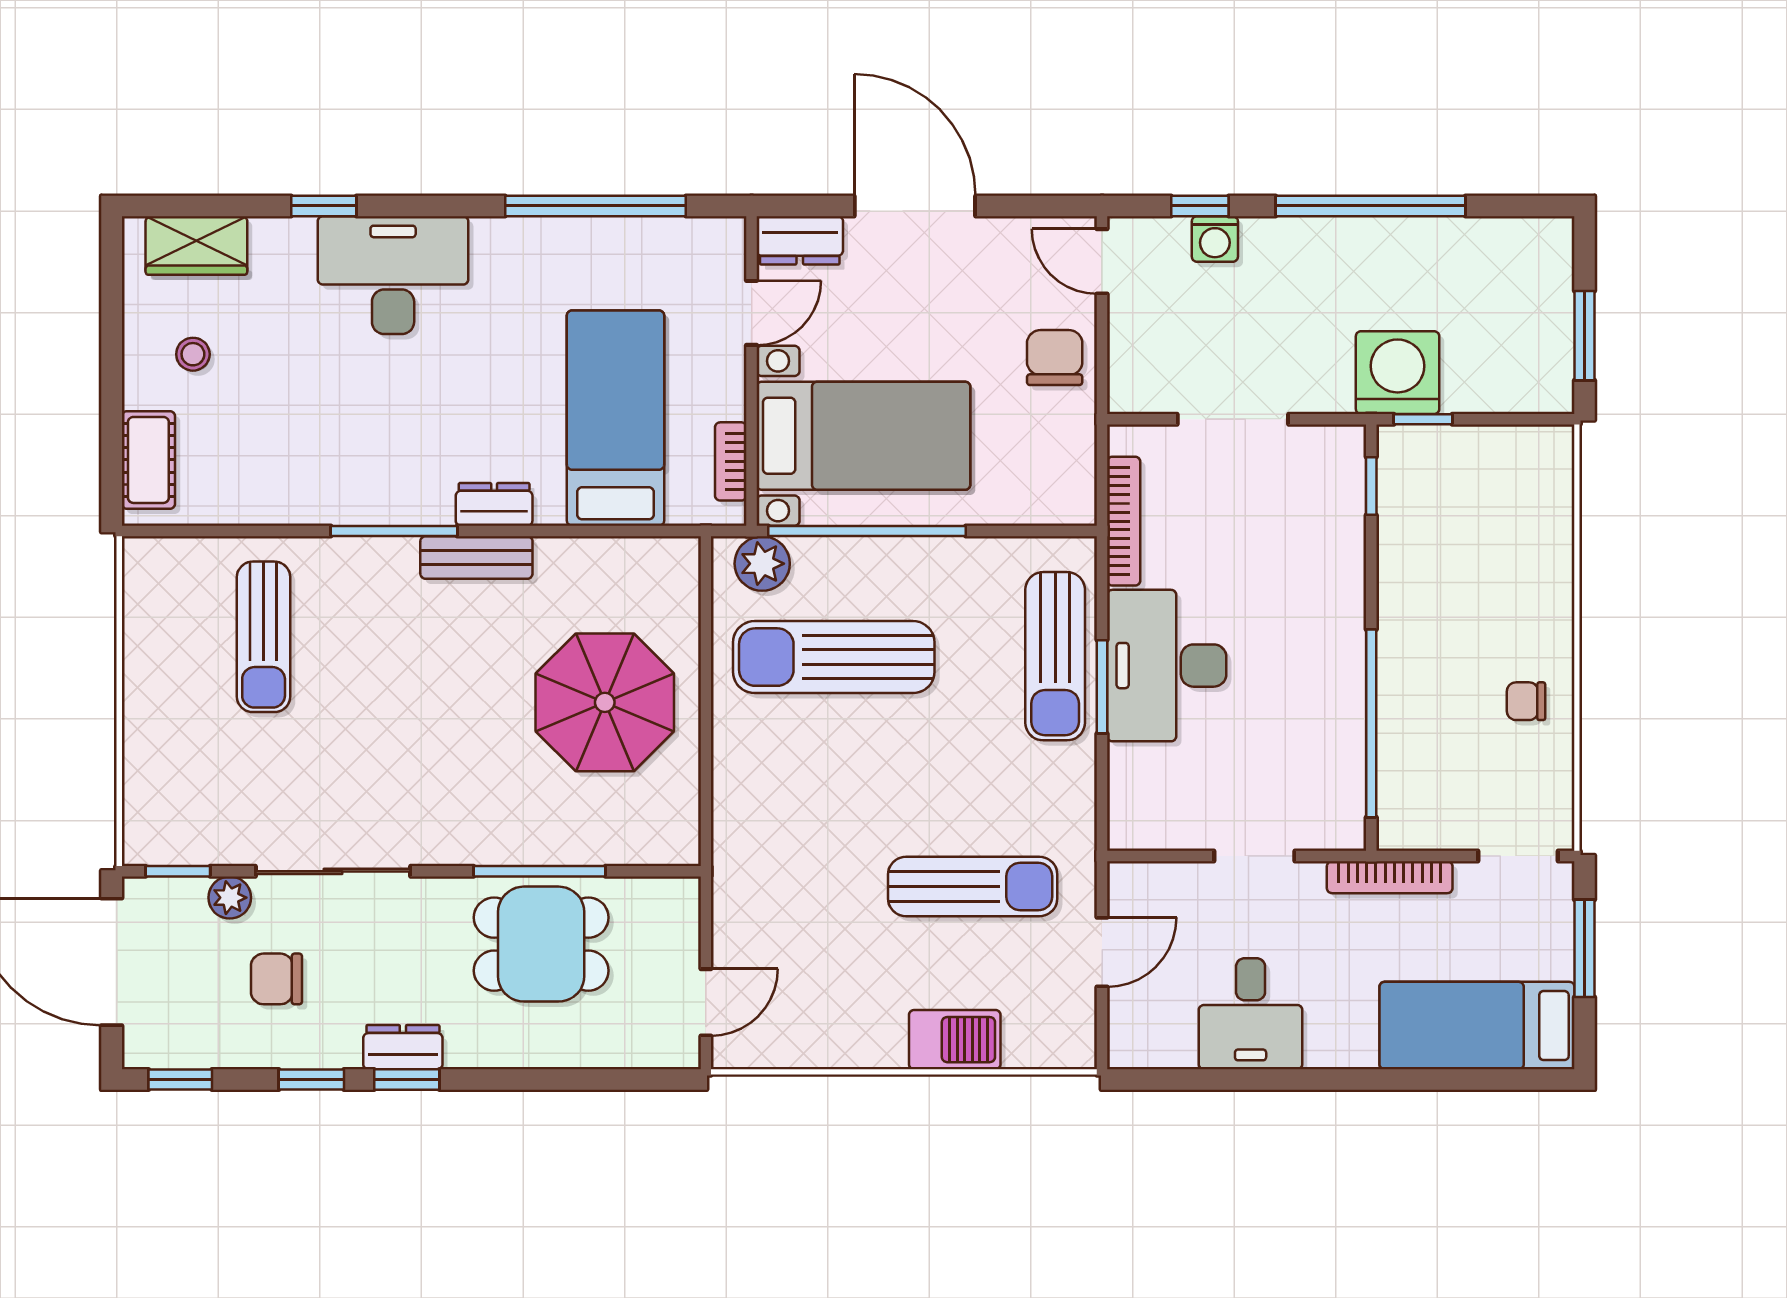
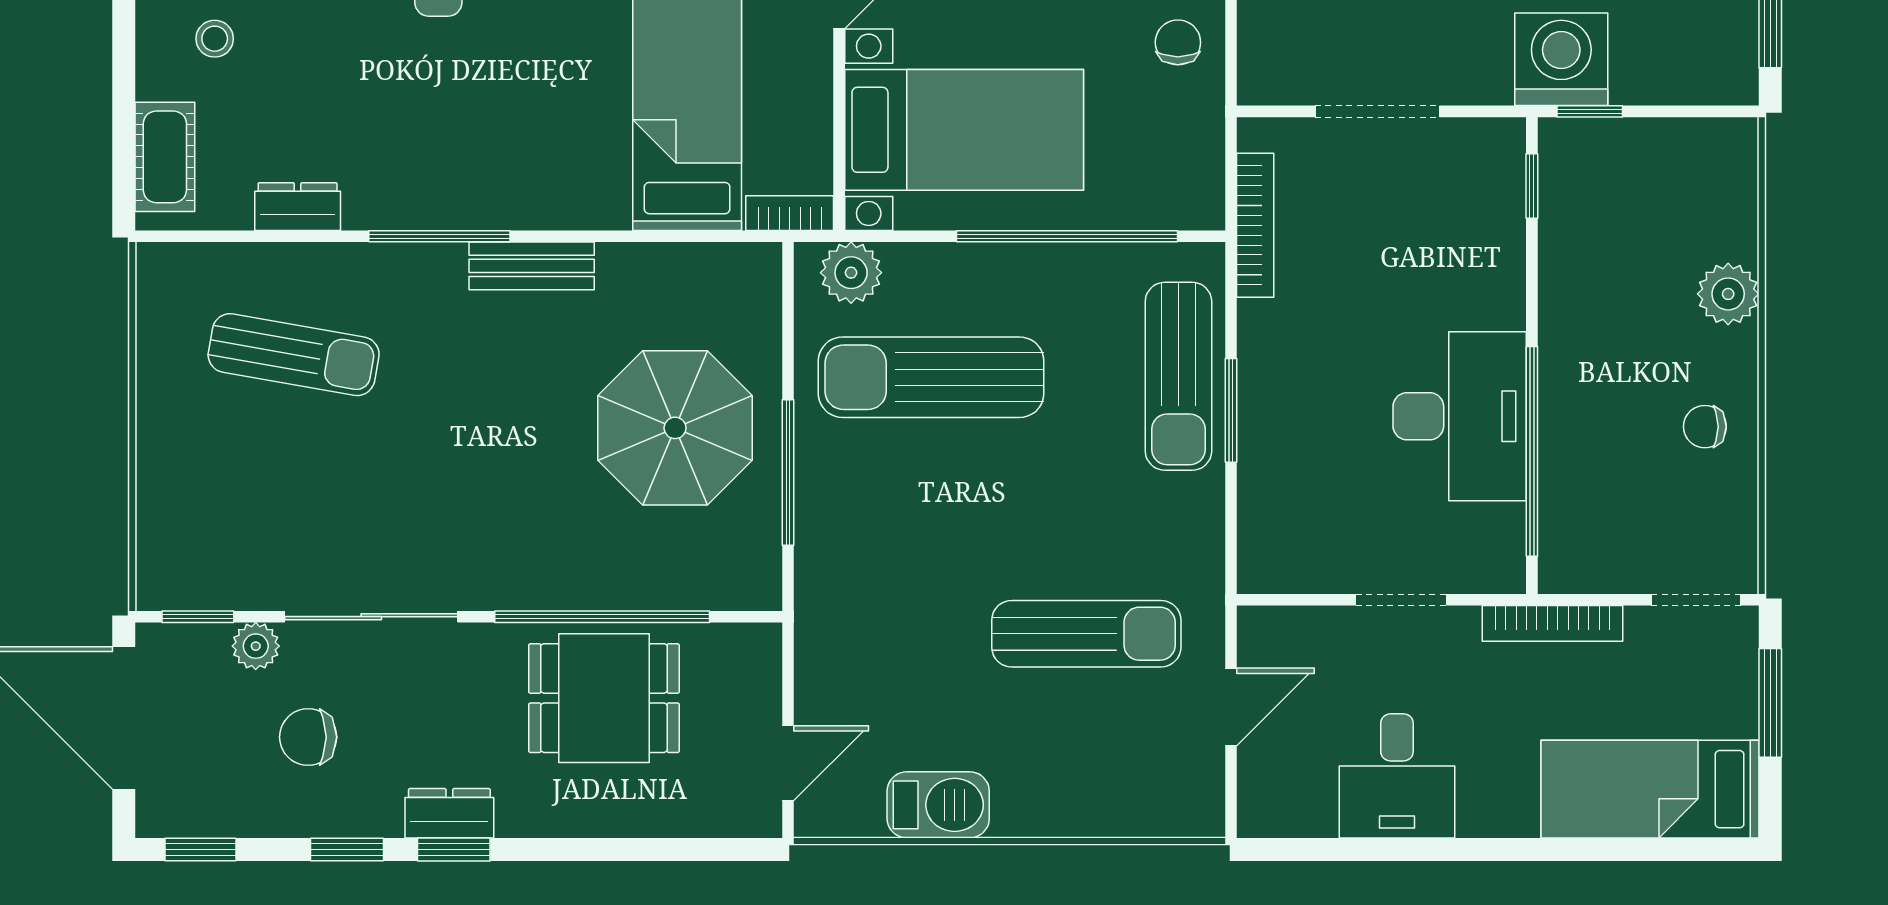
chair: (1055, 358) -> (1178, 42), width x0.73, depth x0.73
bookcase: (731, 461) -> (790, 213), moved, turned 90
dresser: (494, 504) -> (298, 207), moved
window: (867, 531) -> (1067, 236), moved
plant: (1547, 583) -> (1728, 294), added
sun lounger: (264, 637) -> (294, 355), turned -80
desk: (1167, 666) -> (1460, 416), moved, turned 180
window: (706, 742) -> (788, 473), added
window: (539, 871) -> (602, 617), width x1.46
barbecue: (955, 1040) -> (938, 805), moved

